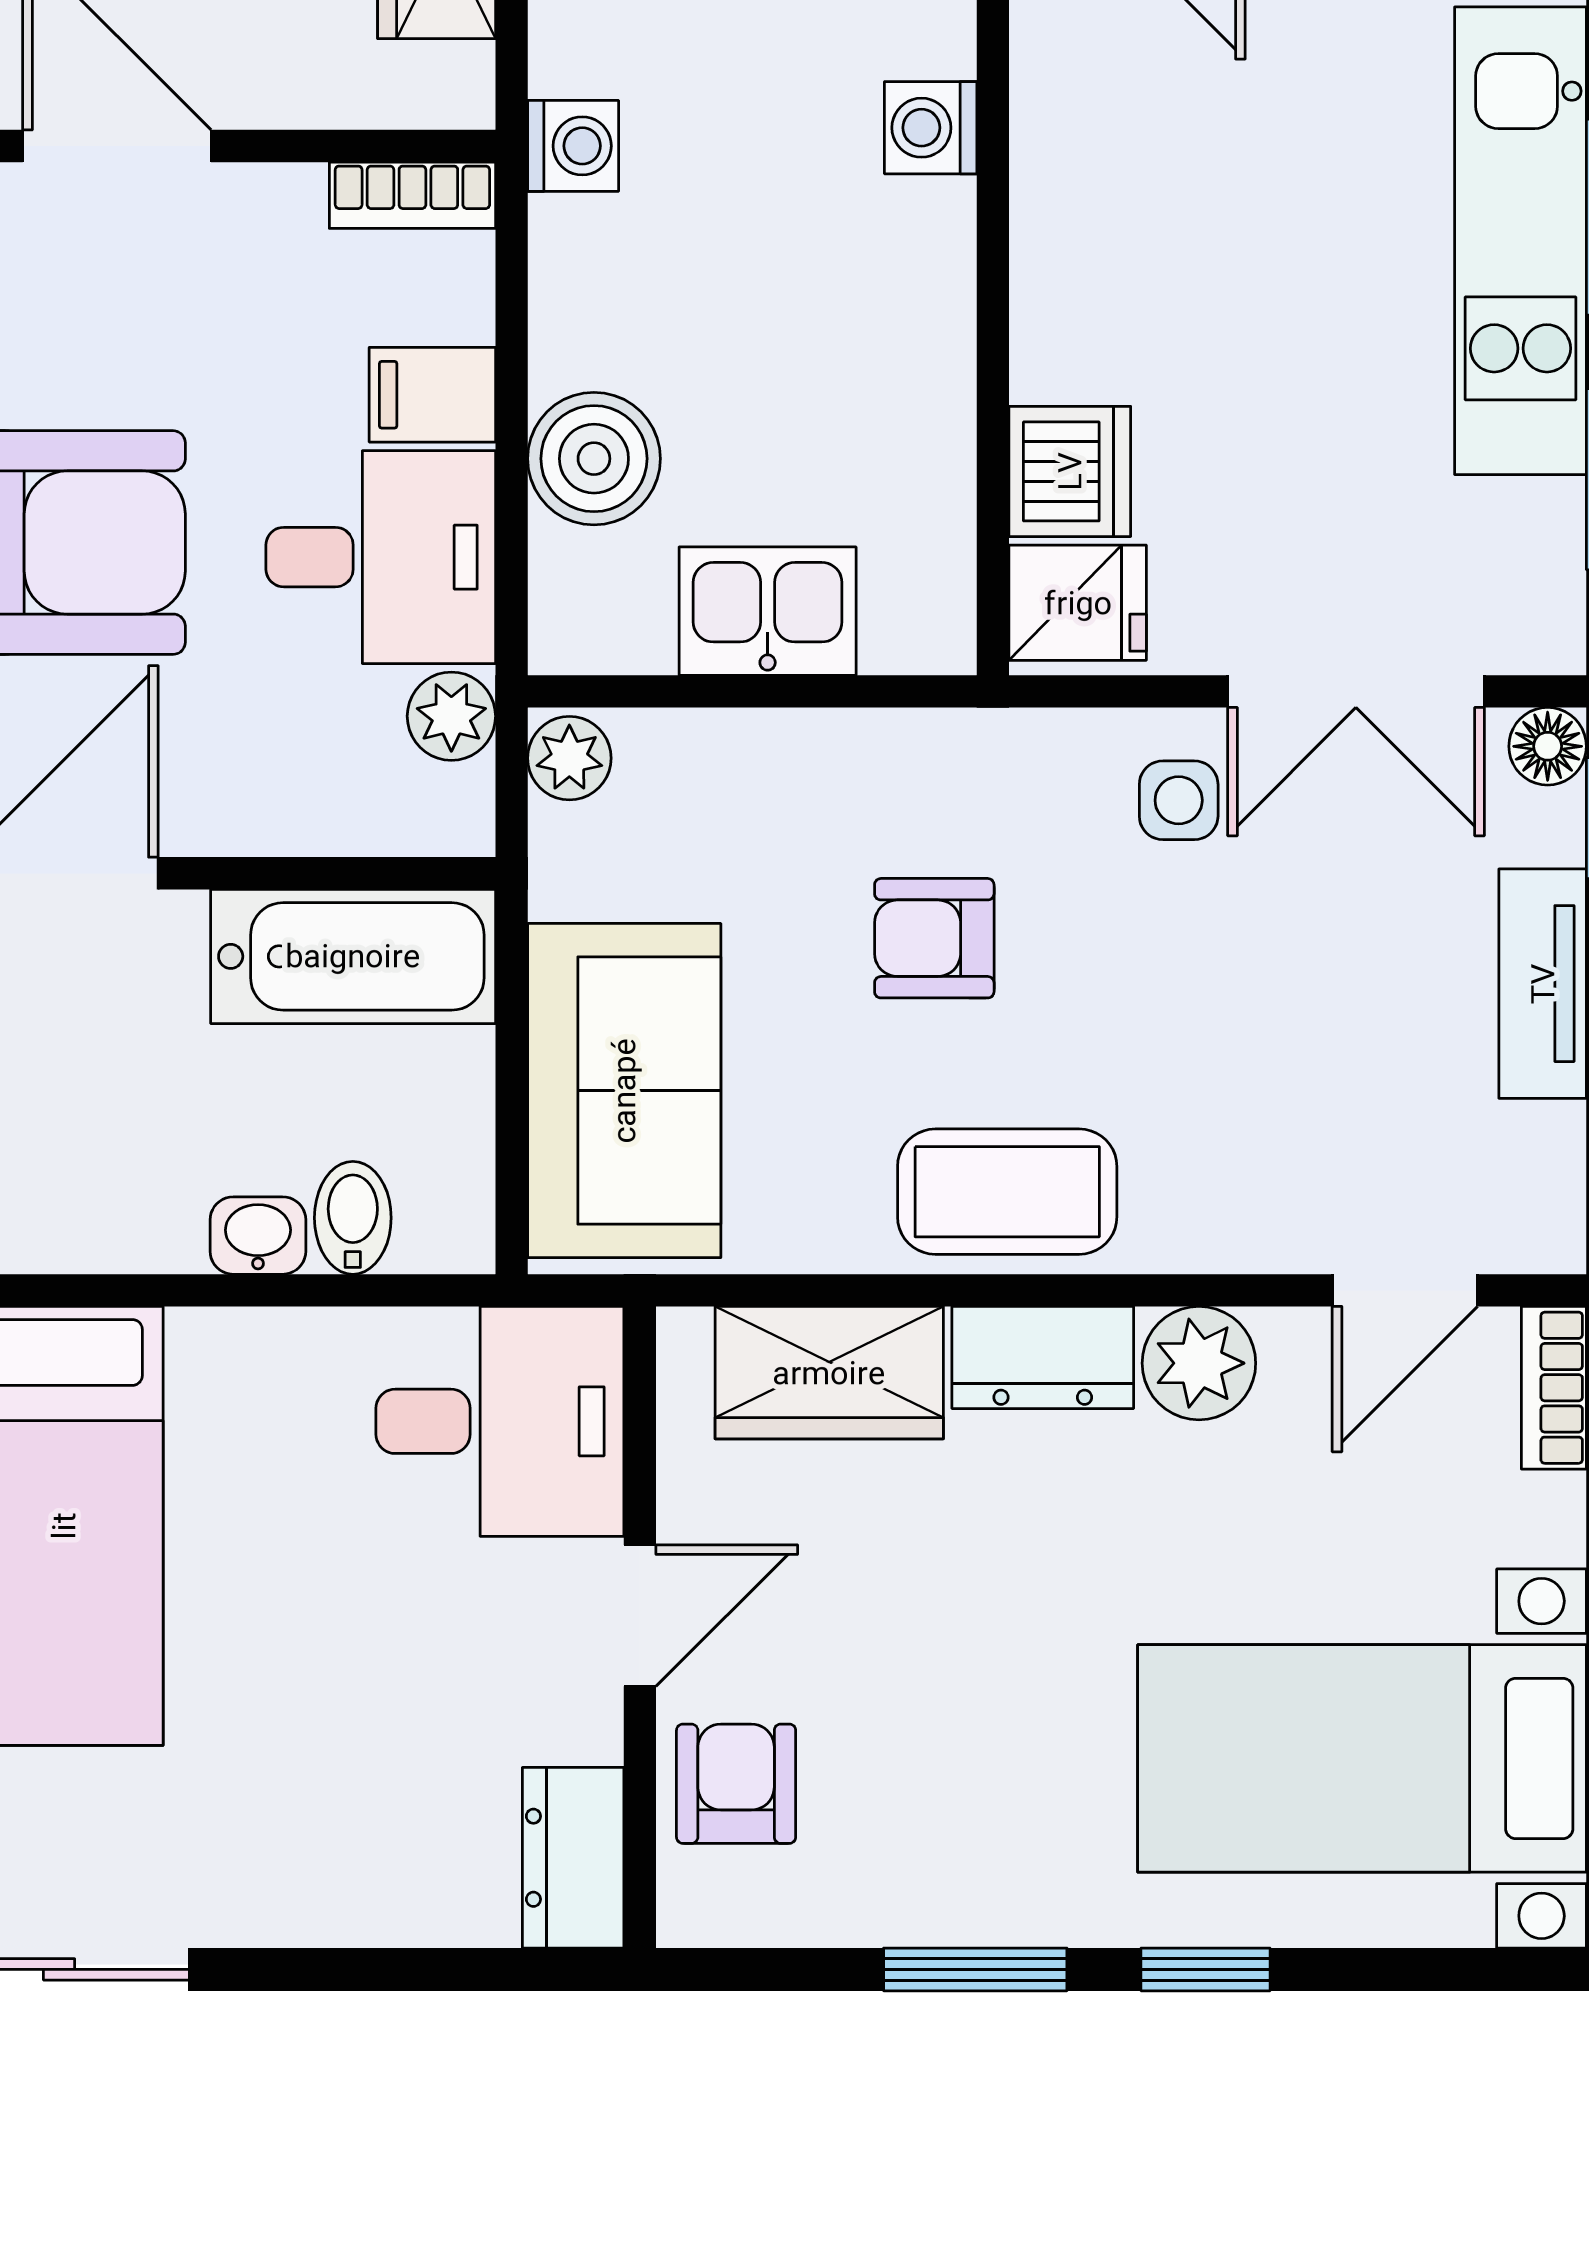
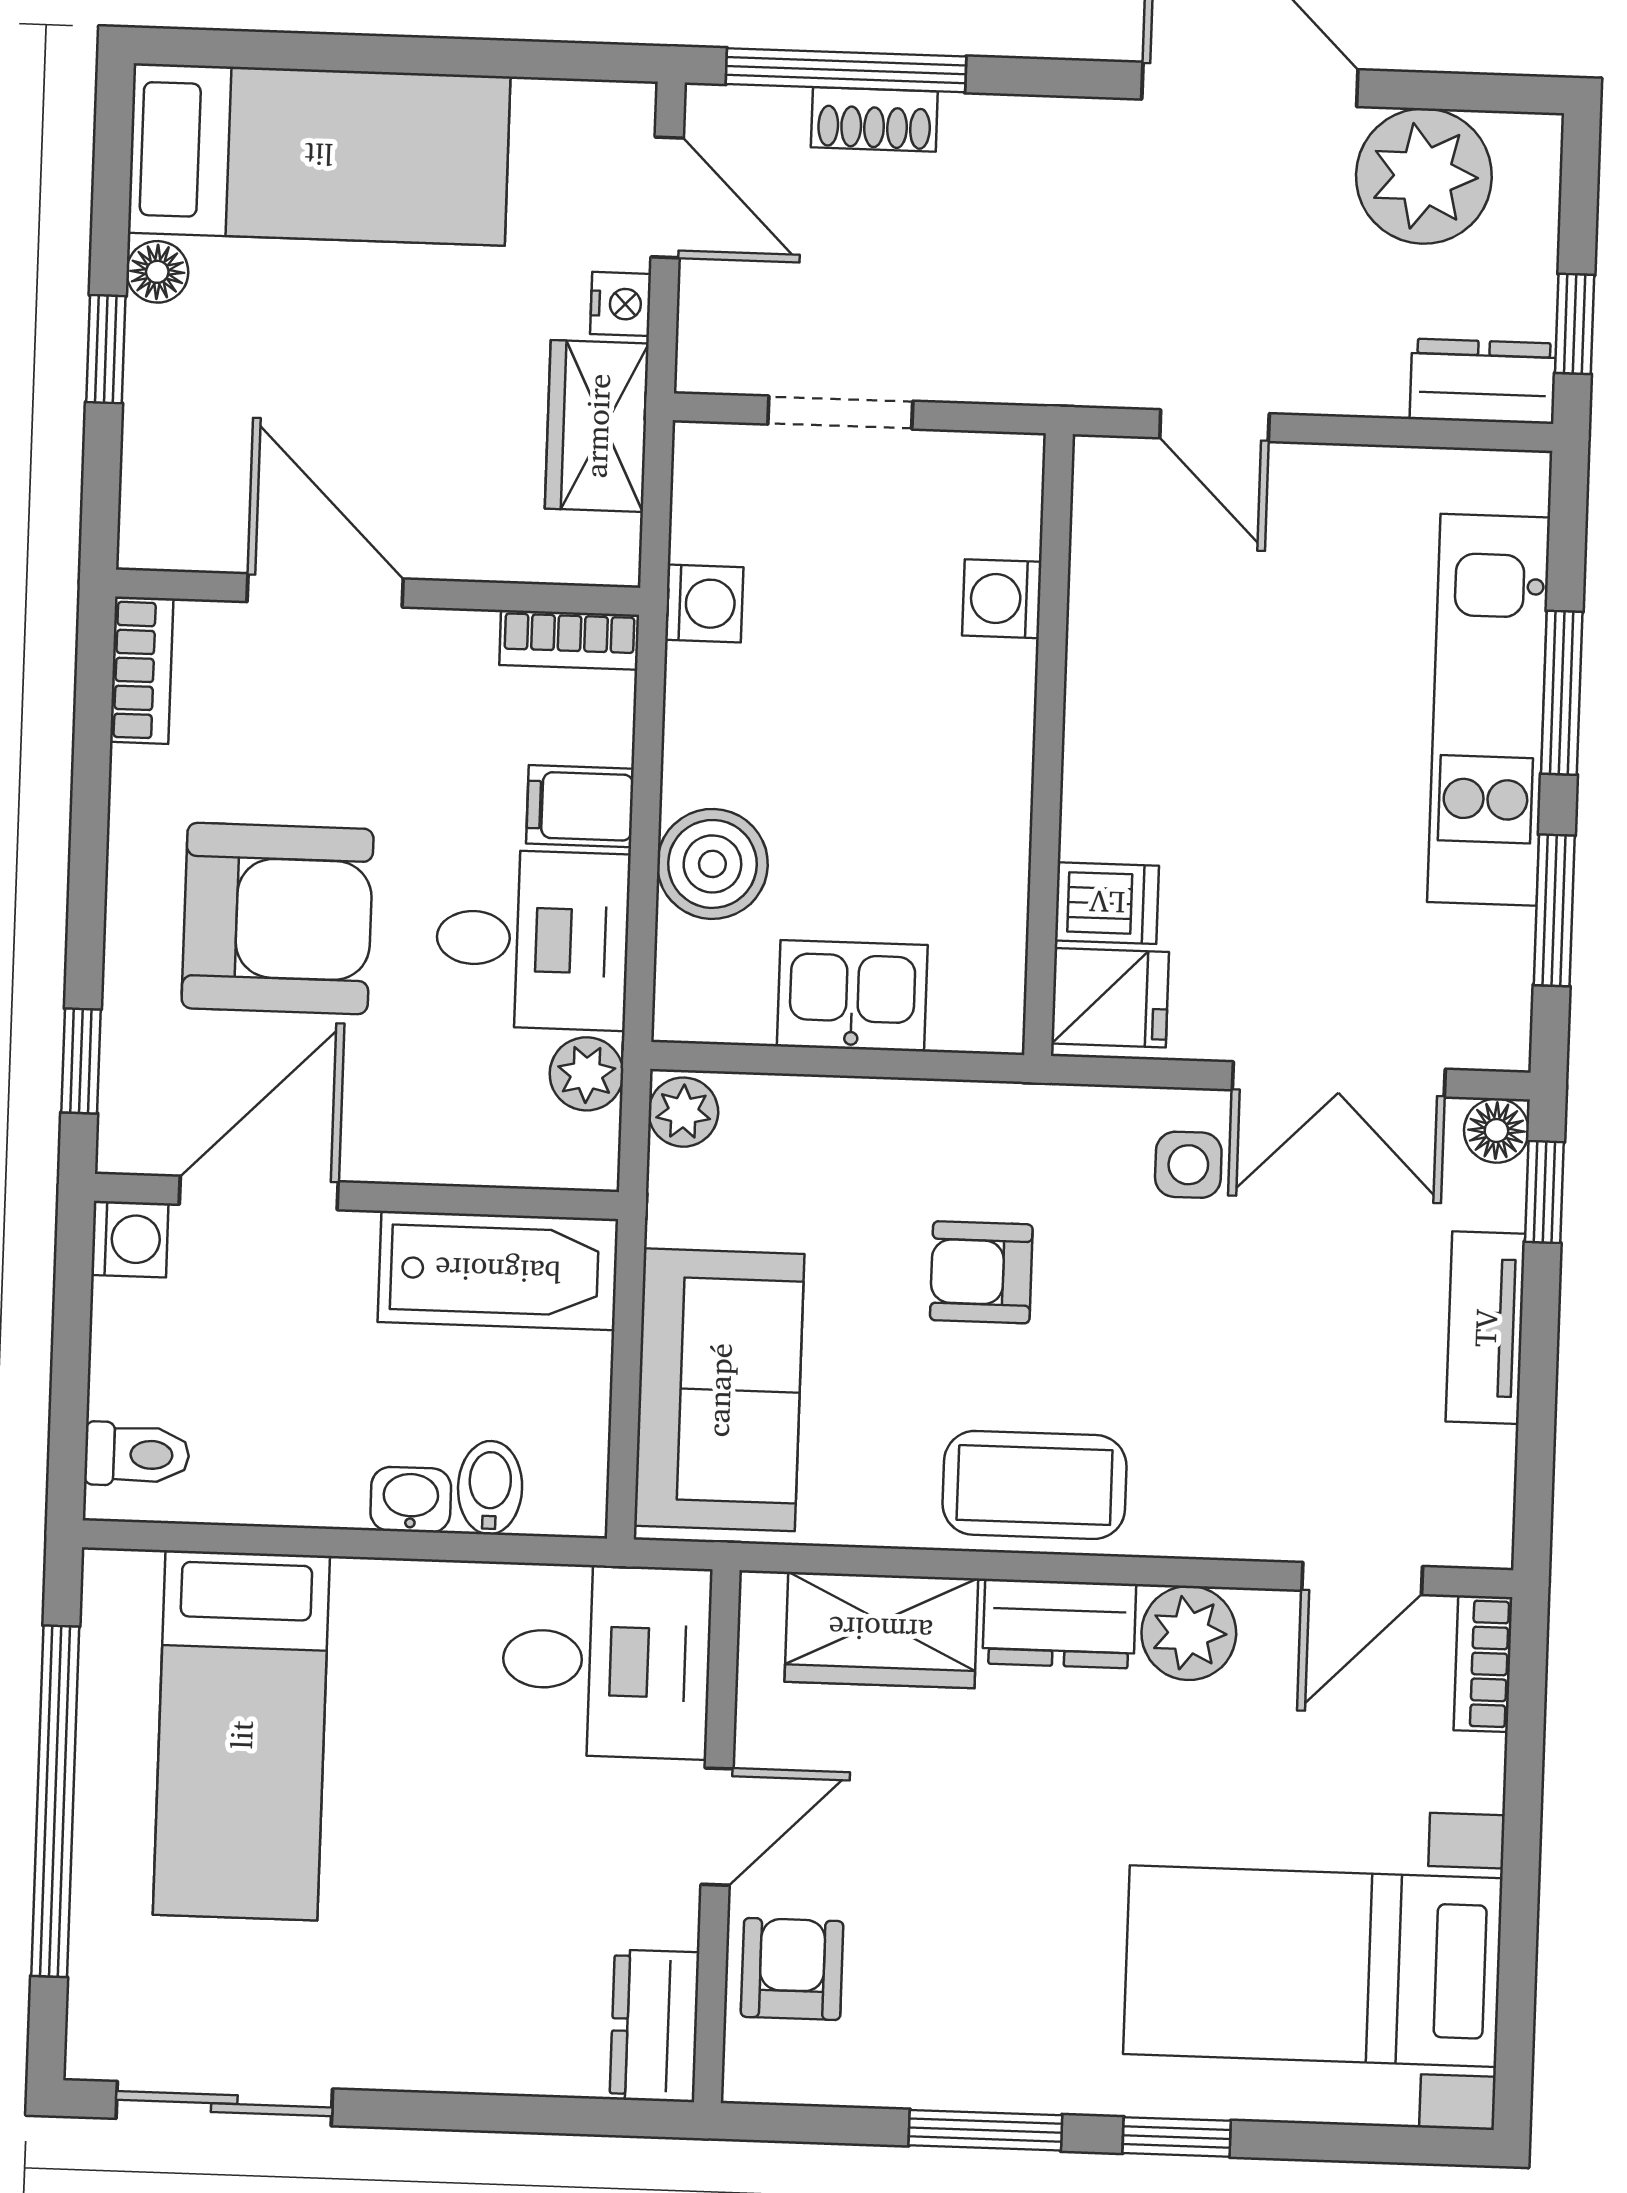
dishwasher: (1070, 471) -> (1107, 903), width x0.73

